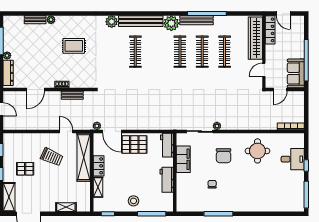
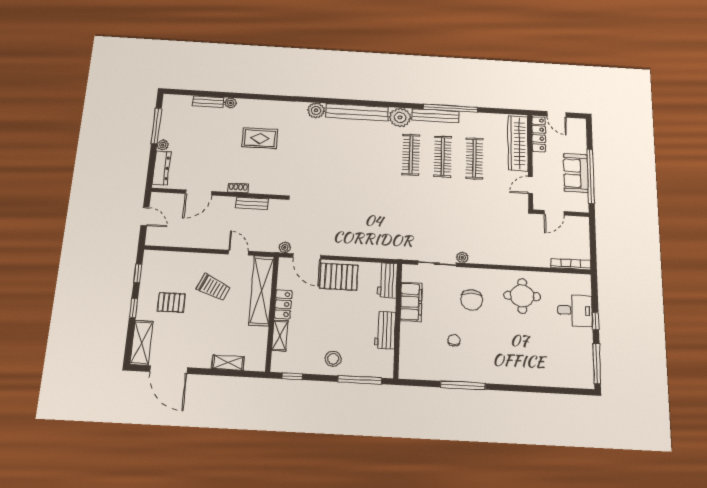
clothes rail: (135, 52) -> (347, 151), removed
sofa: (296, 73) -> (576, 173), moved

